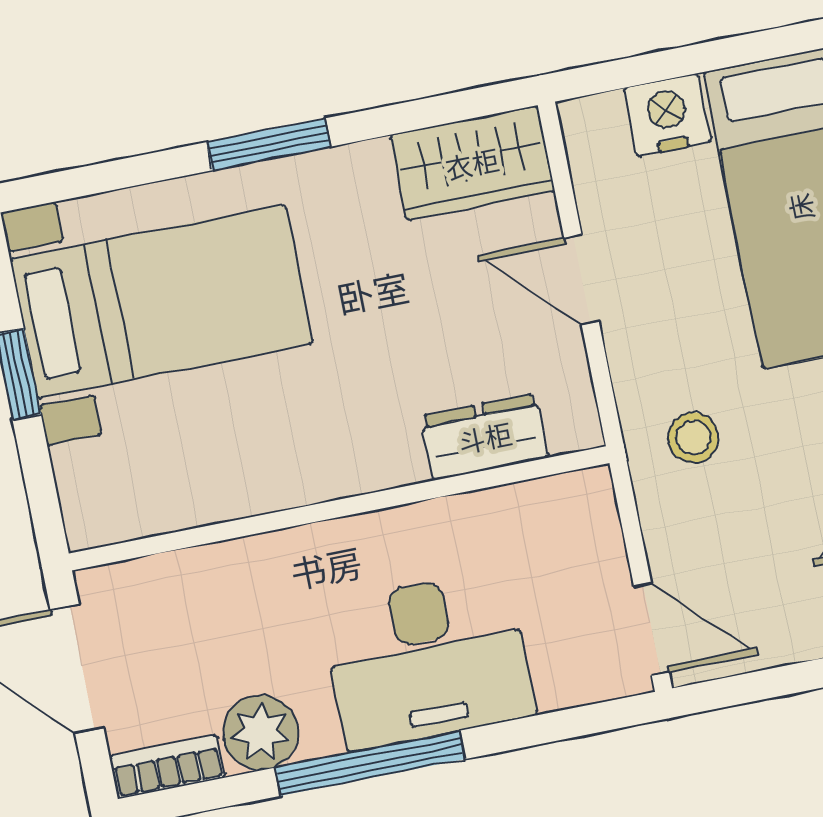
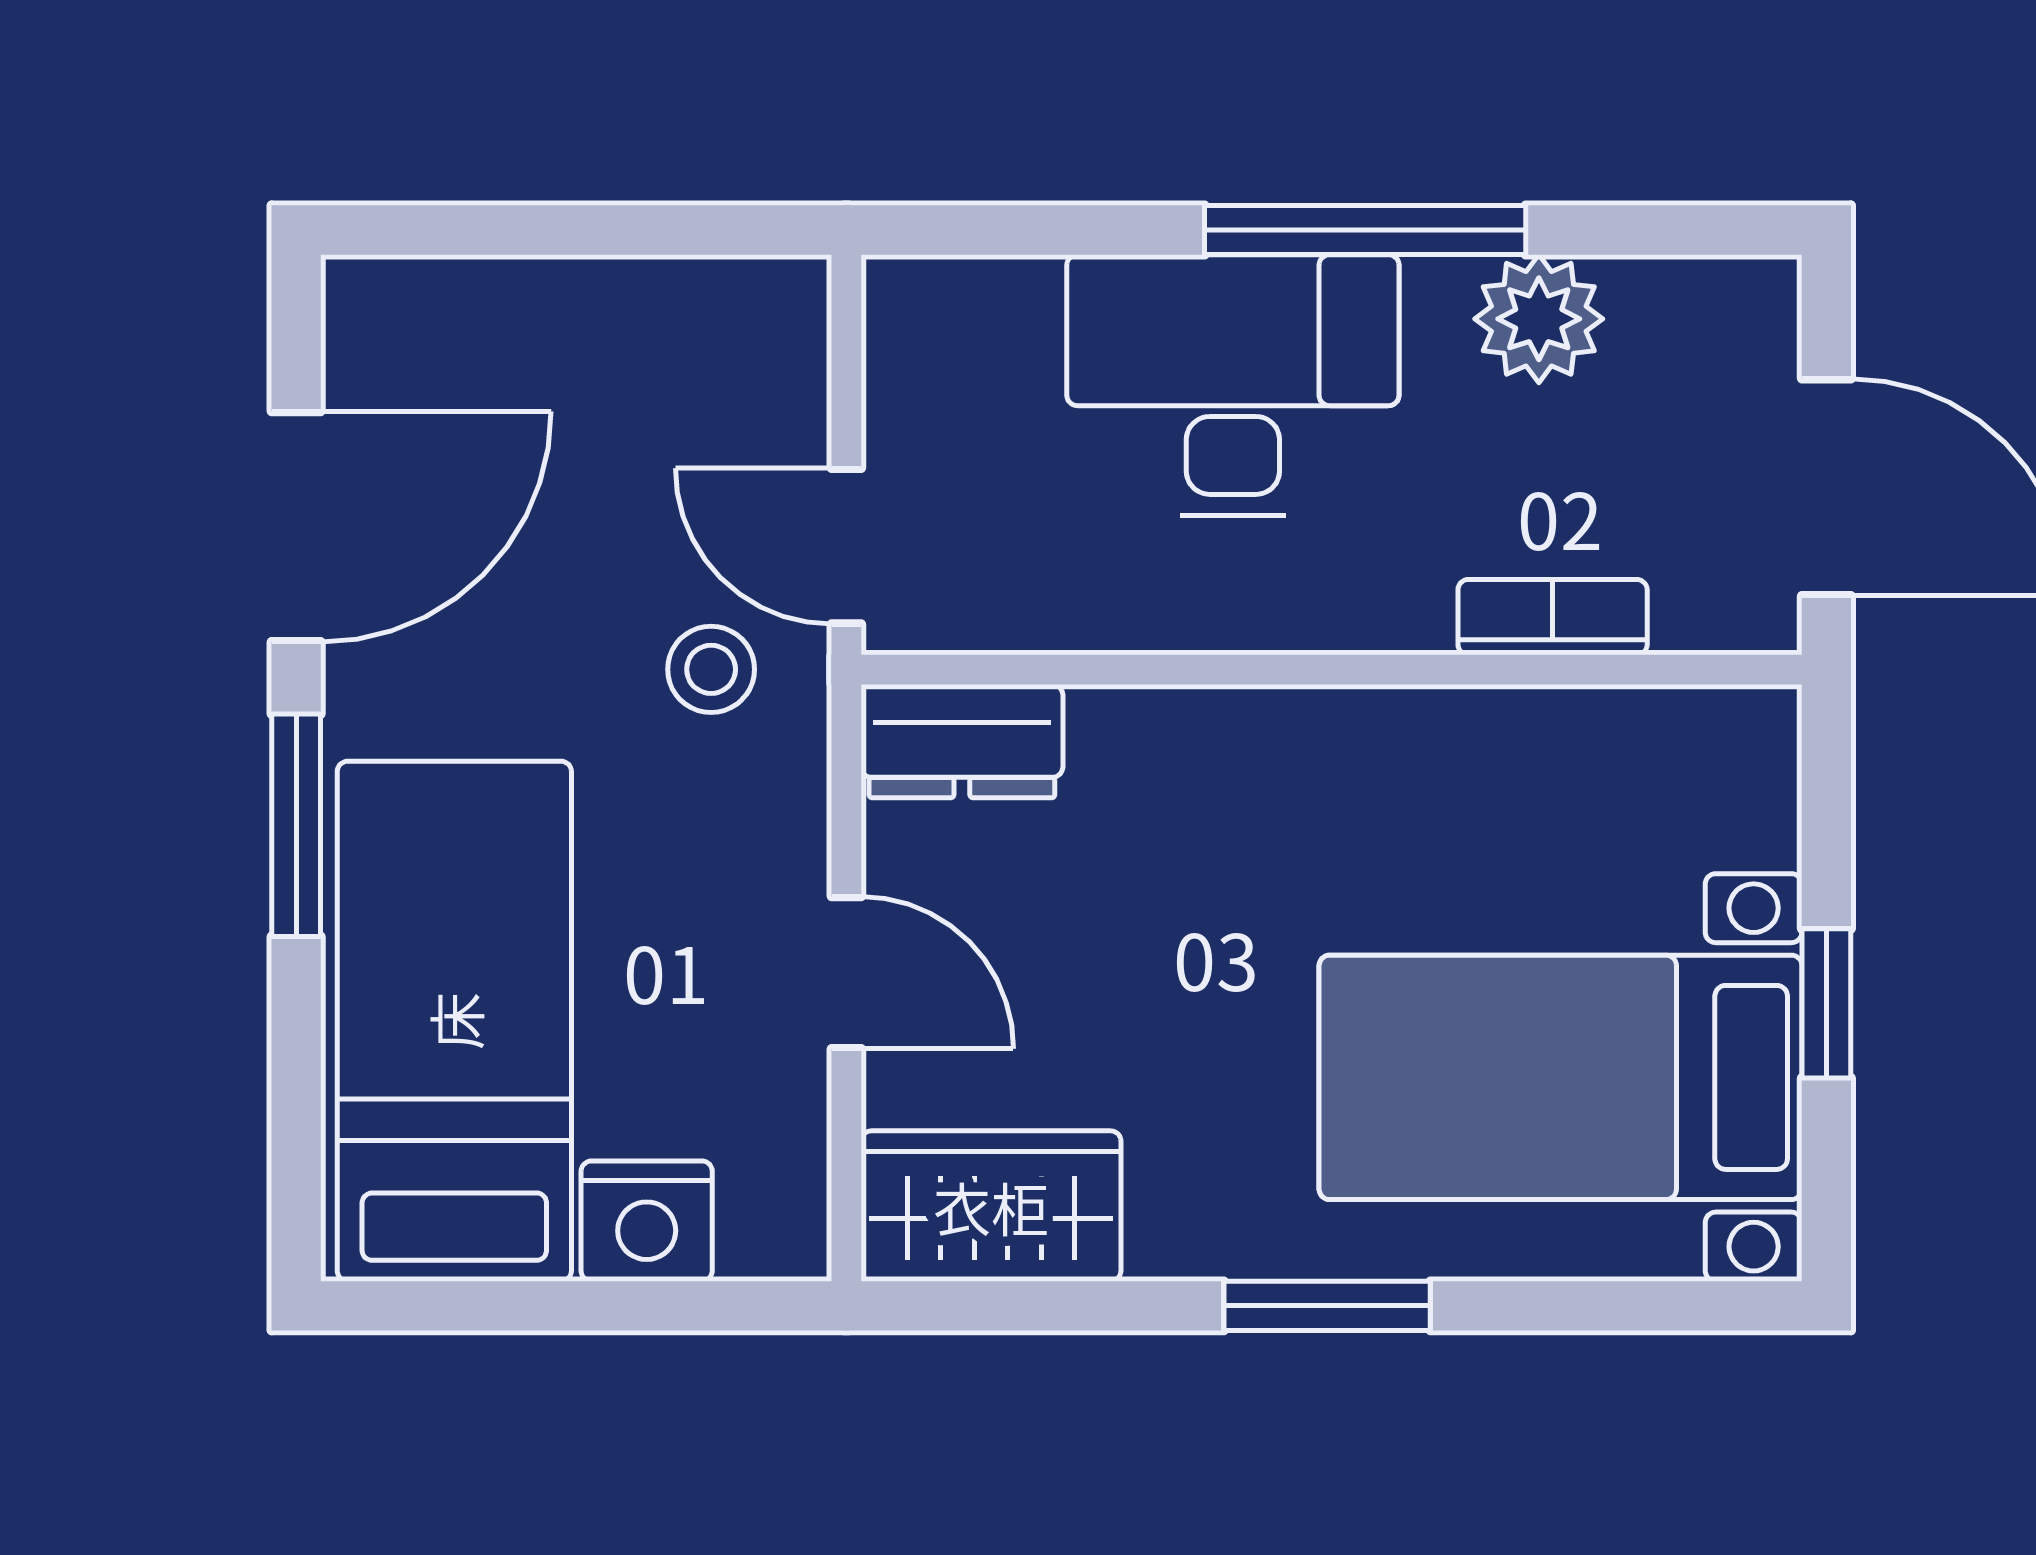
dresser: (485, 437) -> (962, 741), moved
door: (651, 629) -> (846, 546), moved
bookcase: (167, 767) -> (1553, 617), moved, turned 180

